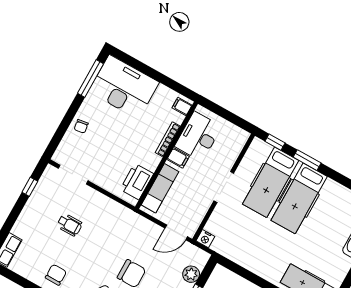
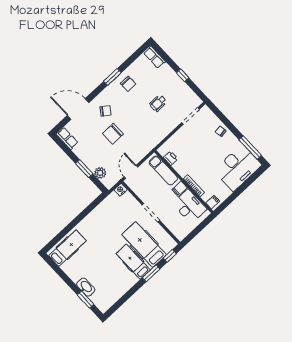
printer: (137, 182) -> (171, 158), width x0.53, depth x0.68
window: (30, 187) -> (183, 75), moved
hospital bed: (299, 198) -> (133, 262), width x0.73, depth x0.78

